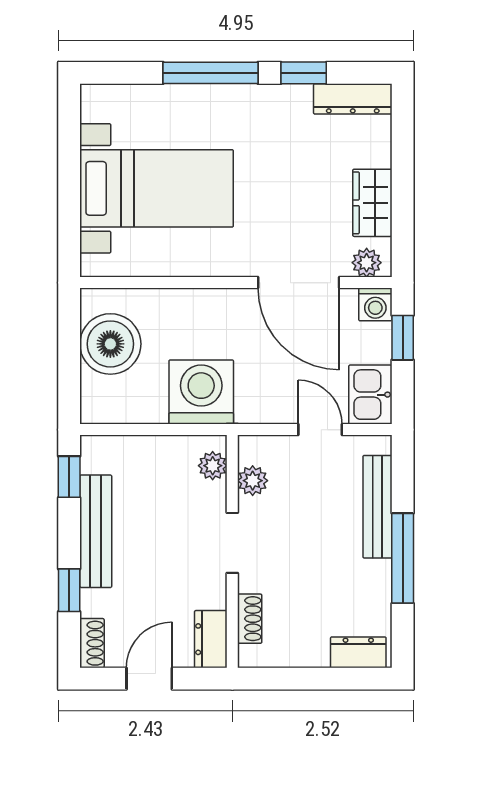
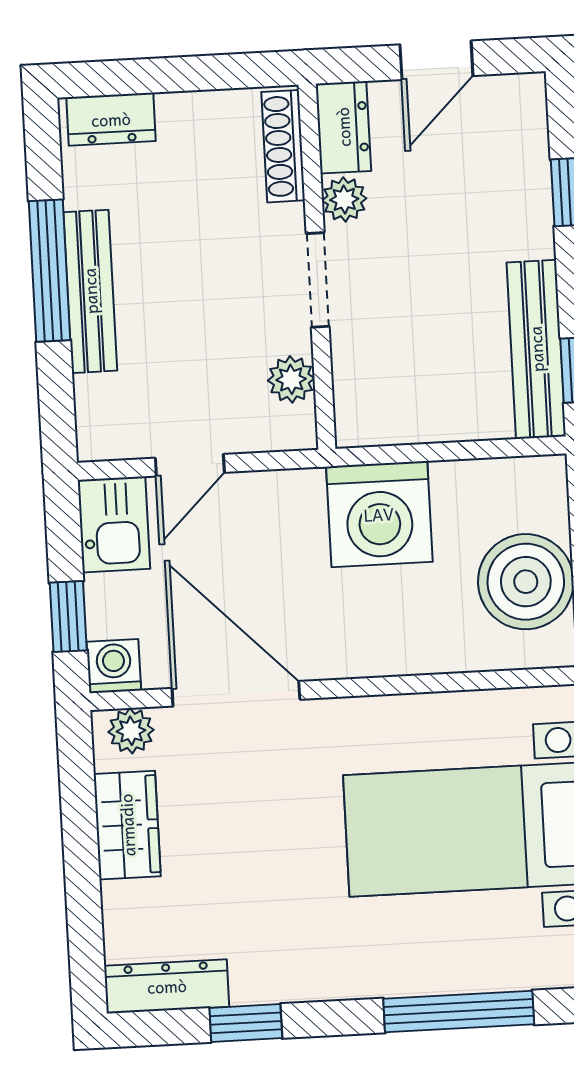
window: (211, 73) -> (459, 1011), moved
door: (320, 430) -> (190, 465), hinge flipped
plant: (213, 466) -> (344, 199), moved
bench: (377, 507) -> (90, 291), moved
bench: (96, 531) -> (536, 349), moved
shoe rack: (250, 619) -> (283, 146), width x1.43
shoe rack: (92, 643) -> (529, 111), removed

